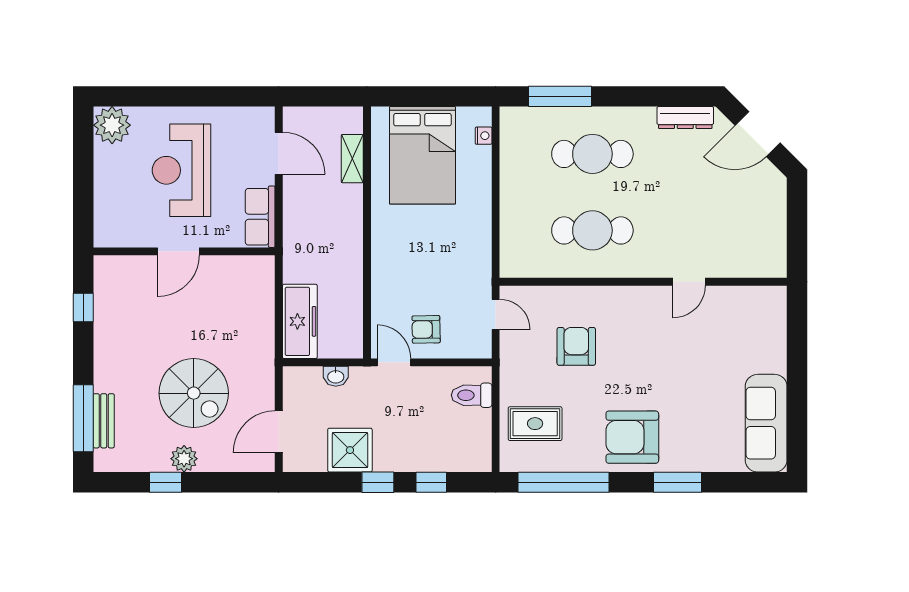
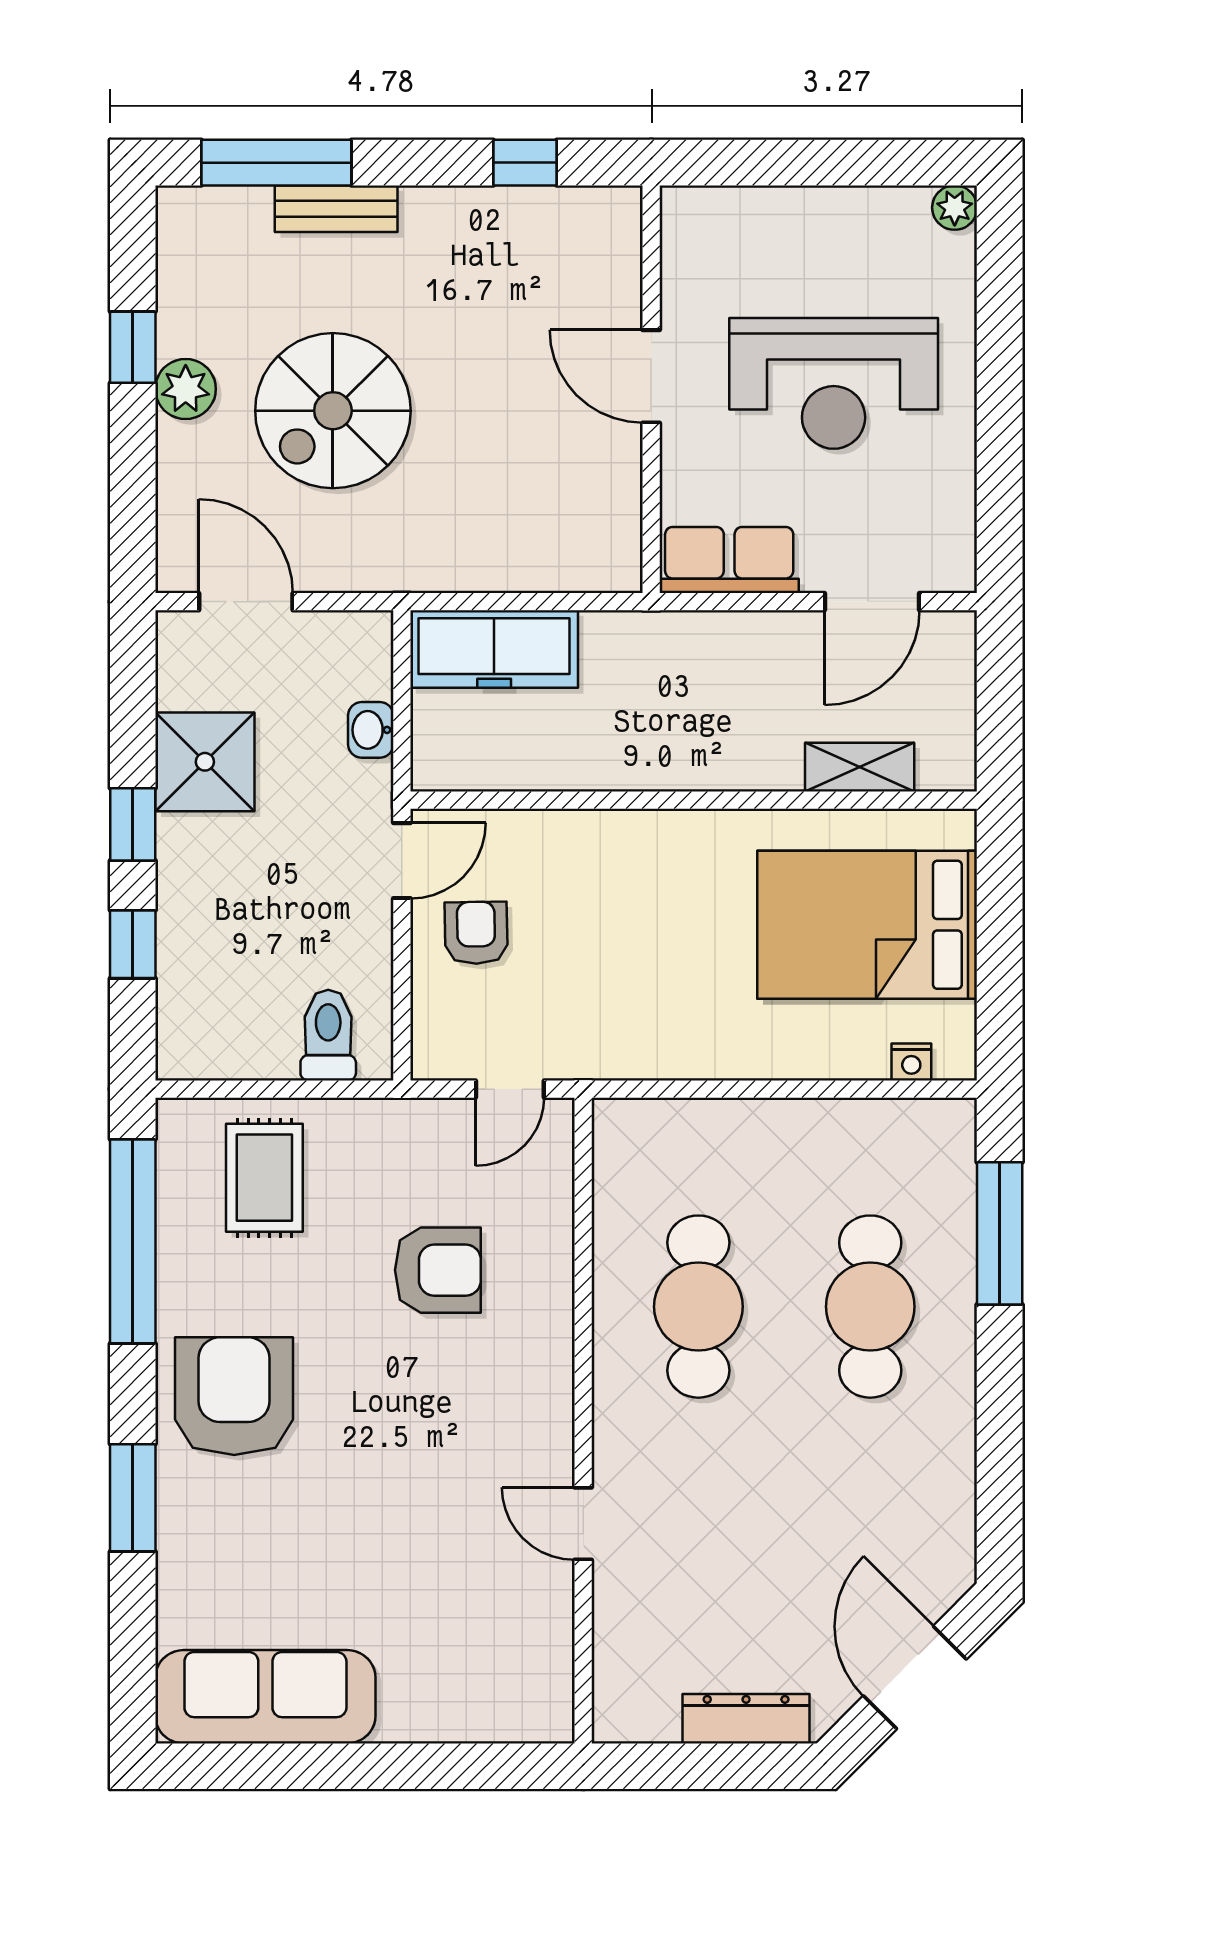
dresser: (685, 117) -> (746, 1719), moved, turned 90
plant: (112, 125) -> (955, 208), width x0.53, depth x0.53
reception desk: (182, 170) -> (834, 383), turned 180
bench: (104, 421) -> (336, 209), moved

